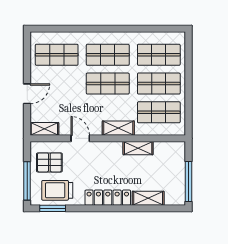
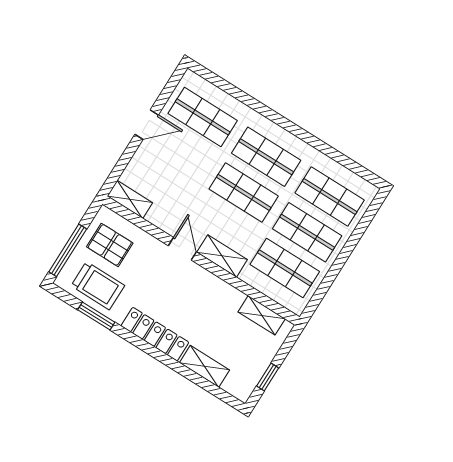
door: (27, 94) -> (147, 125), moved
door: (80, 138) -> (182, 249), moved
shelving: (138, 148) -> (262, 315), moved
window: (188, 181) -> (268, 377), width x0.46
trolley: (57, 190) -> (98, 286), turned 180
window: (53, 208) -> (96, 316), moved

